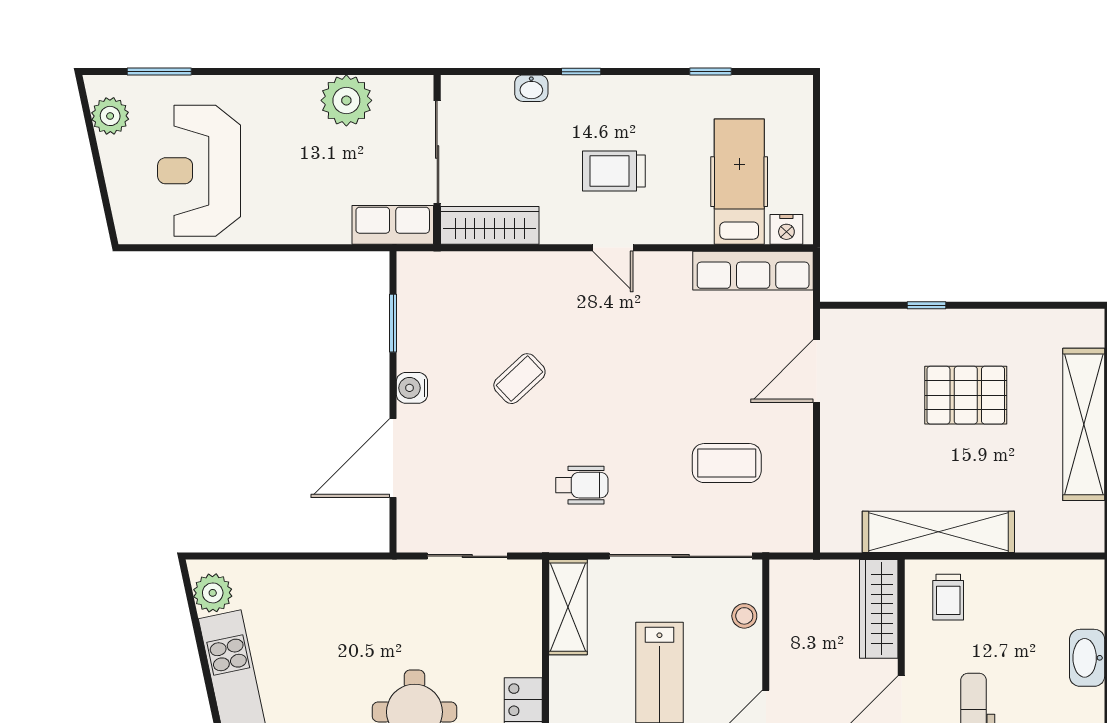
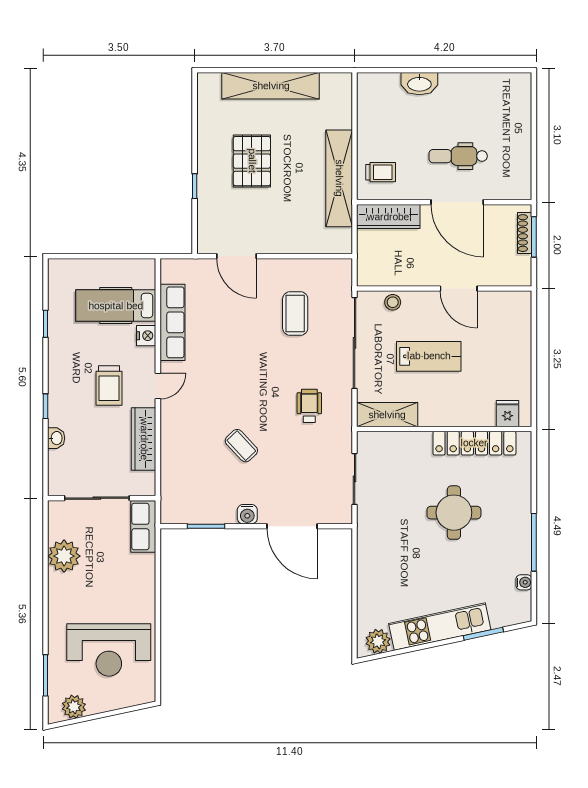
wardrobe: (490, 225) -> (144, 439), moved
nightstand: (786, 229) -> (146, 336), moved
row of seats: (753, 271) -> (172, 322), moved

